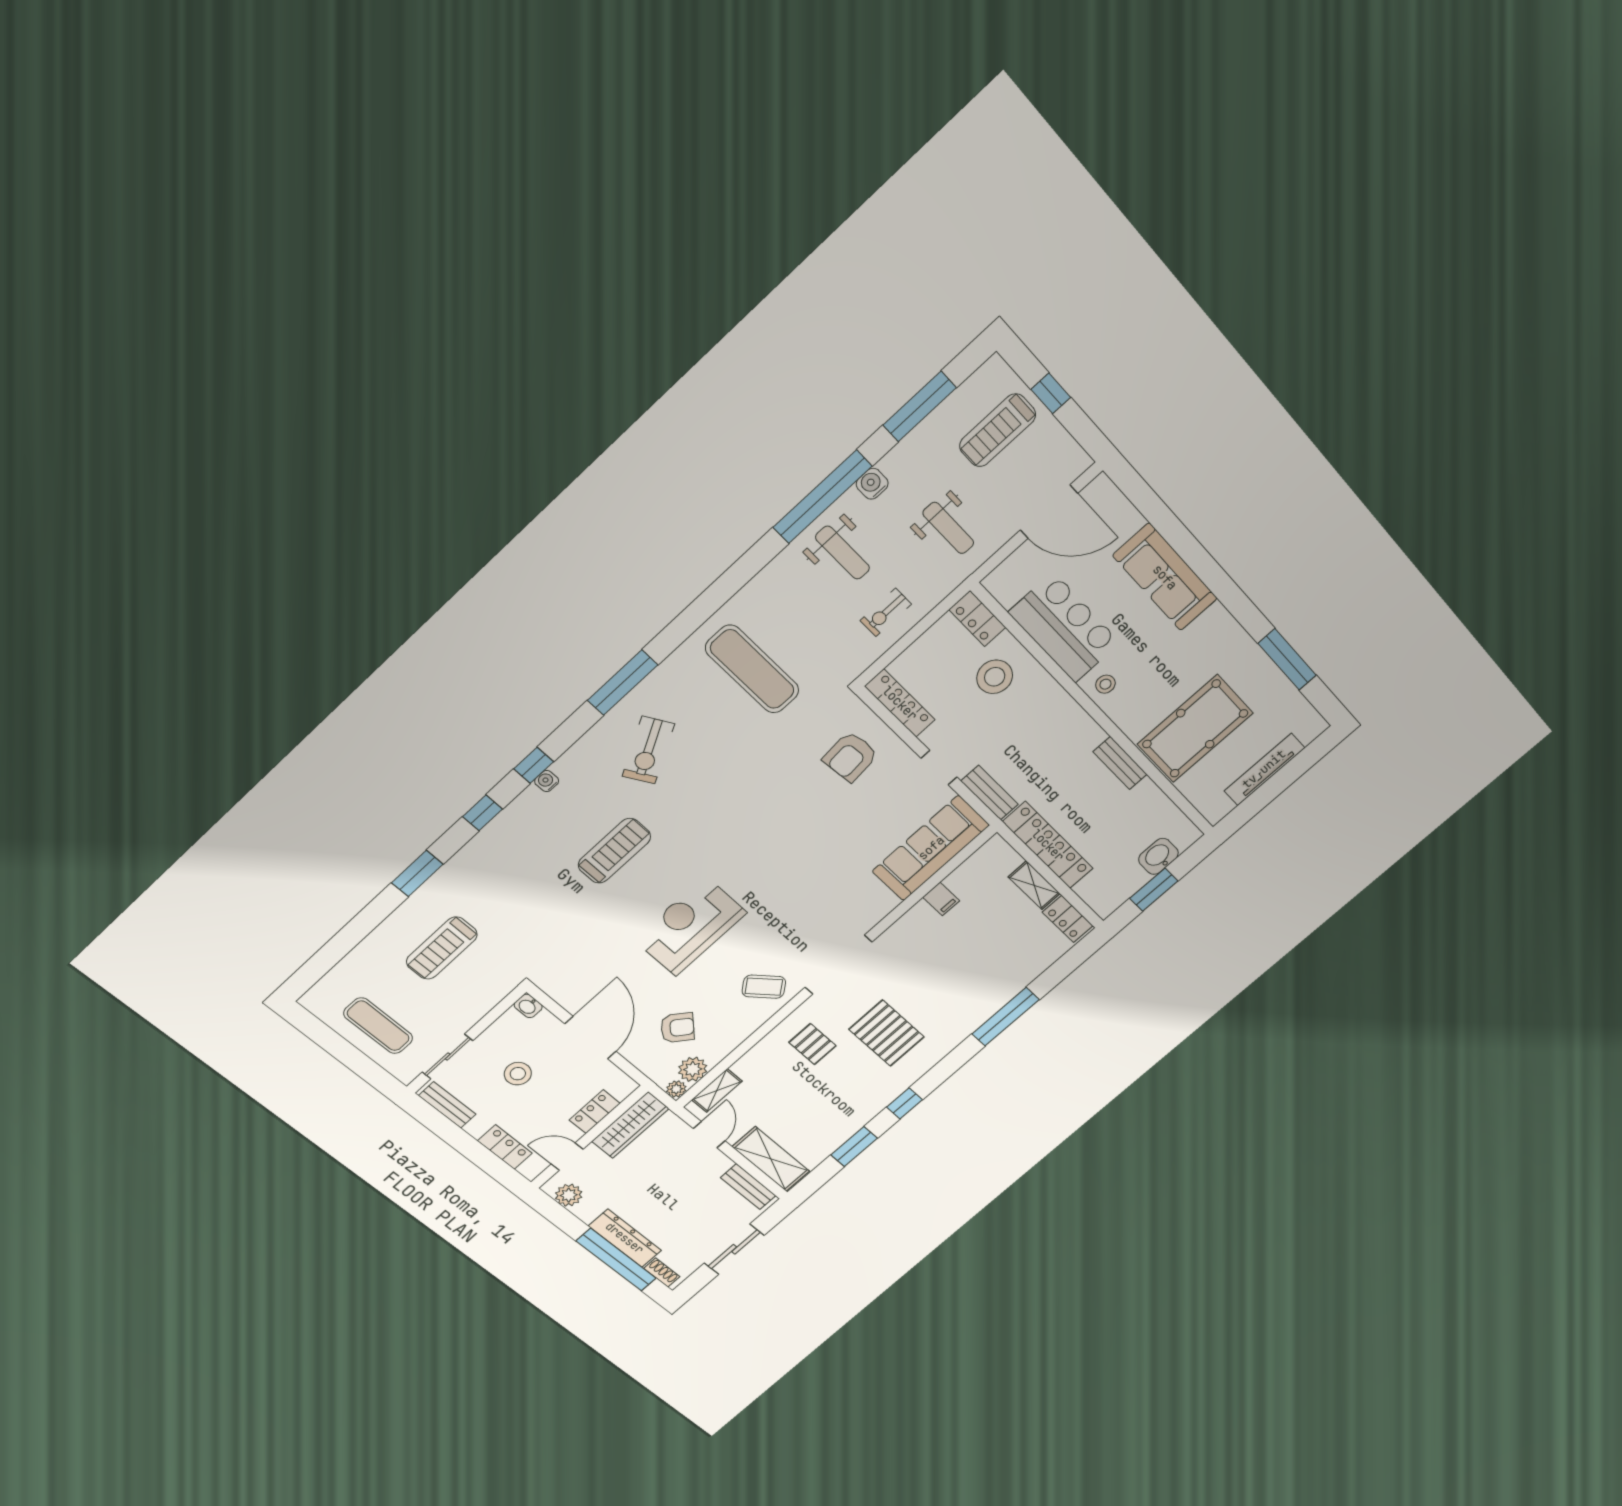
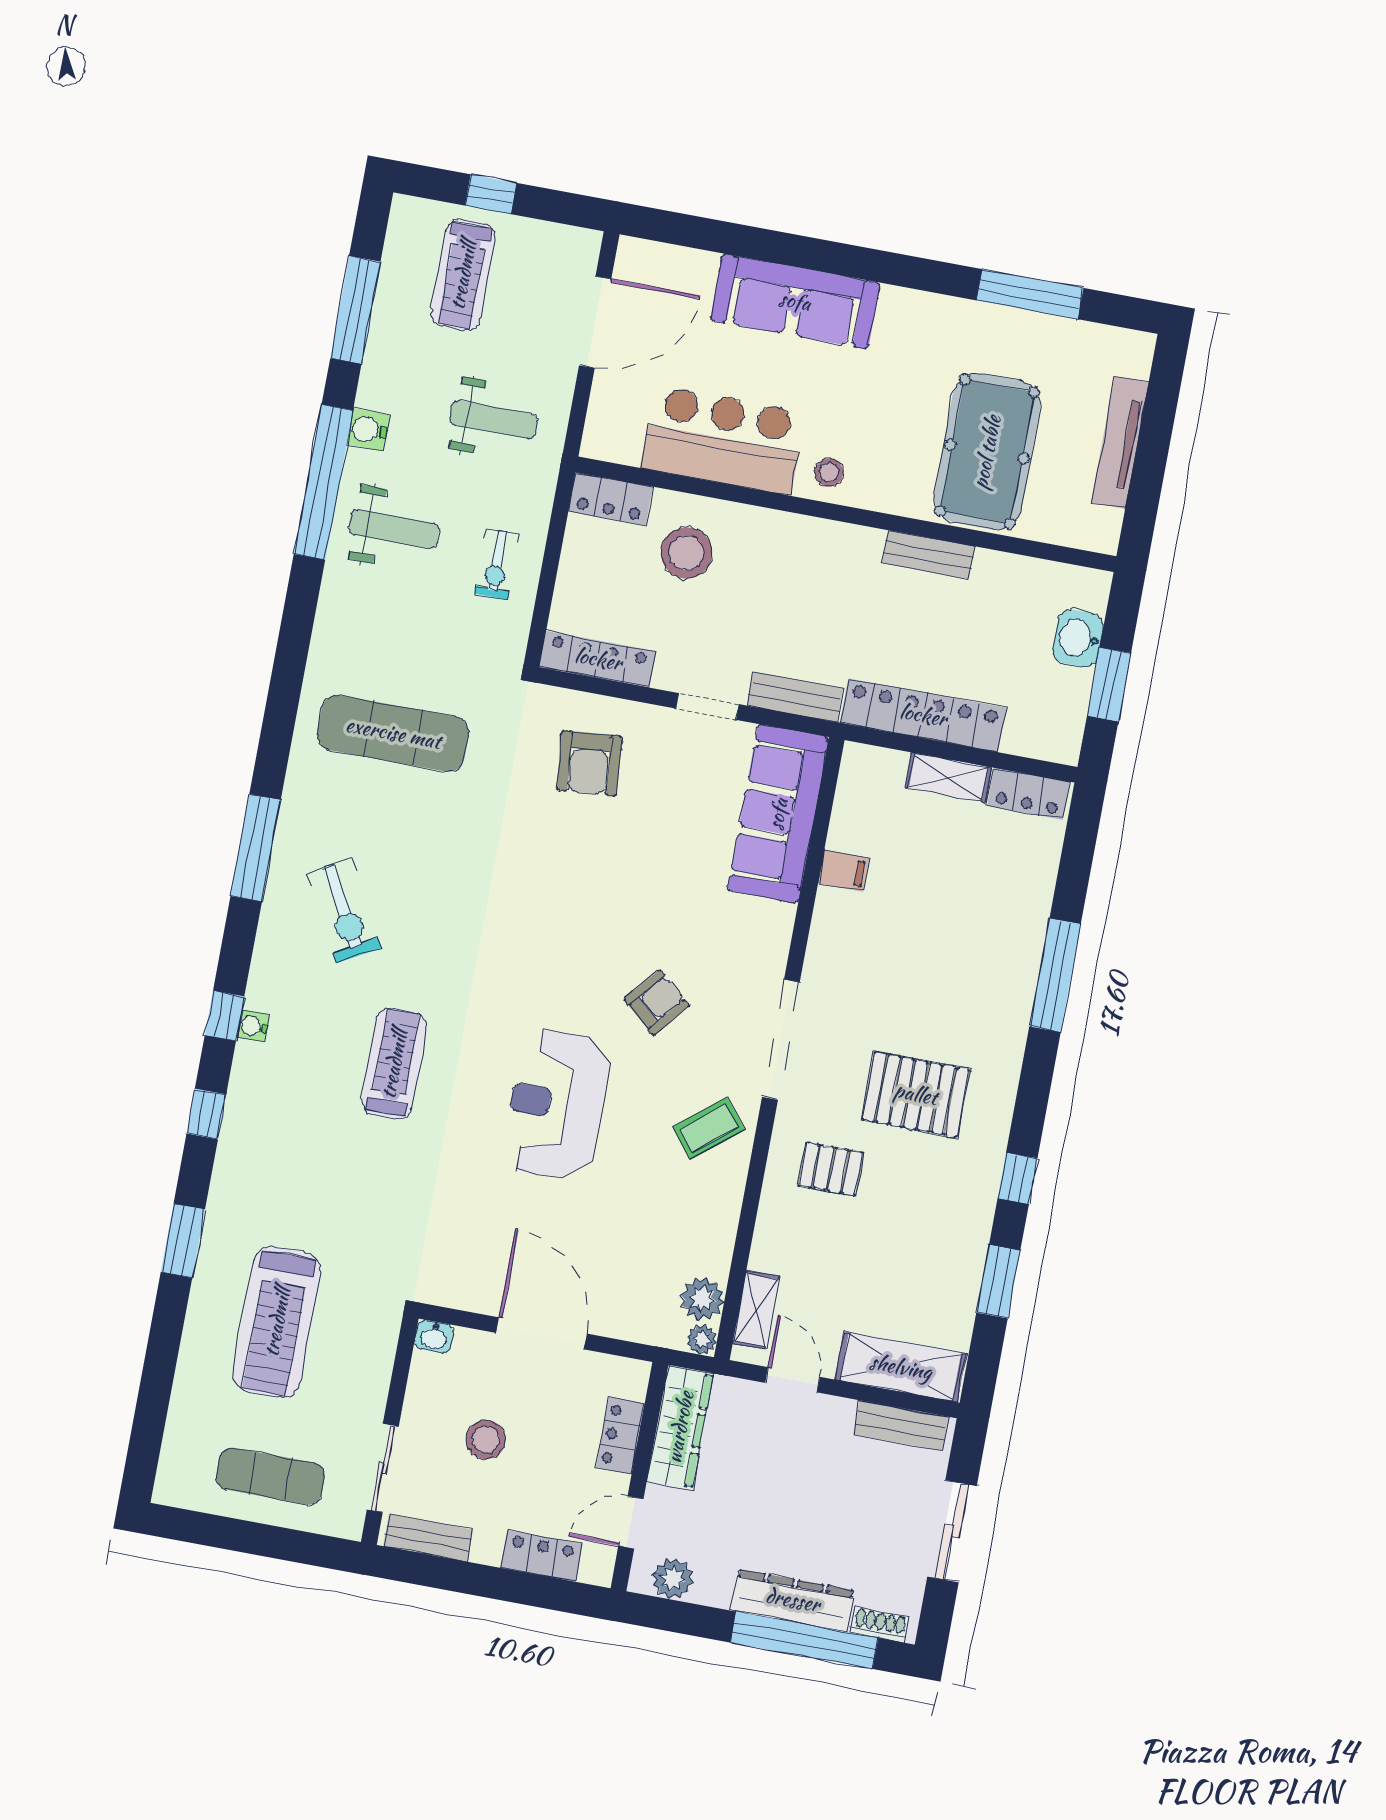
treadmill: (442, 948) -> (277, 1322), width x1.37, depth x1.38
armchair: (678, 1028) -> (657, 1002), moved

